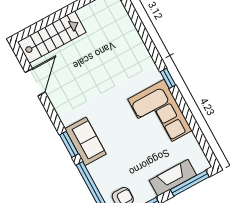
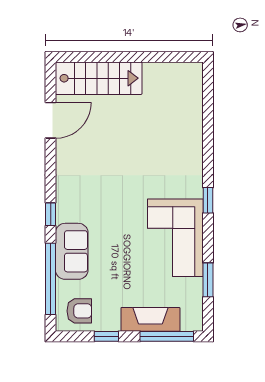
window: (197, 131) -> (208, 280), added
sofa: (86, 141) -> (72, 251), moved
window: (69, 144) -> (51, 214), width x0.67

